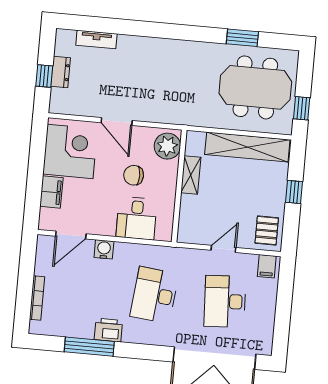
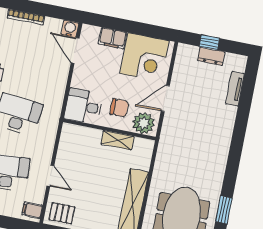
plant: (167, 146) -> (143, 123), moved
chair: (134, 175) -> (119, 108), turned 90
shelving: (191, 175) -> (117, 140), moved
wall: (179, 186) -> (109, 130), moved
water cooler: (104, 249) -> (70, 29), moved, turned -90

